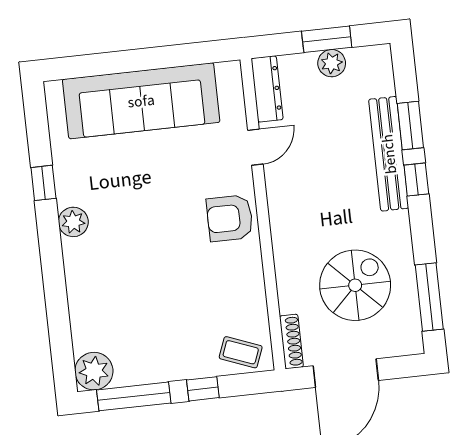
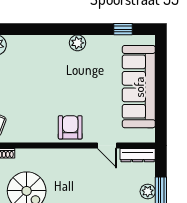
window: (43, 183) -> (123, 29), moved

